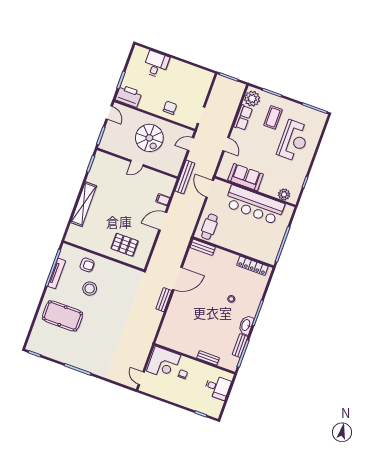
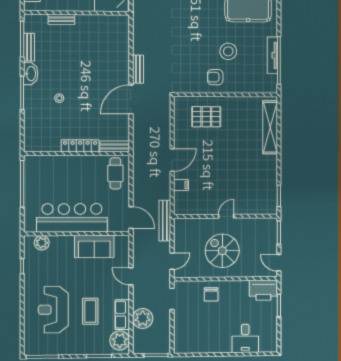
plant: (229, 109) -> (143, 318), added
coffee table: (273, 117) -> (90, 311), moved
shelving: (84, 204) -> (270, 127), moved
armchair: (87, 265) -> (215, 77), moved
locker: (252, 266) -> (80, 146), moved

